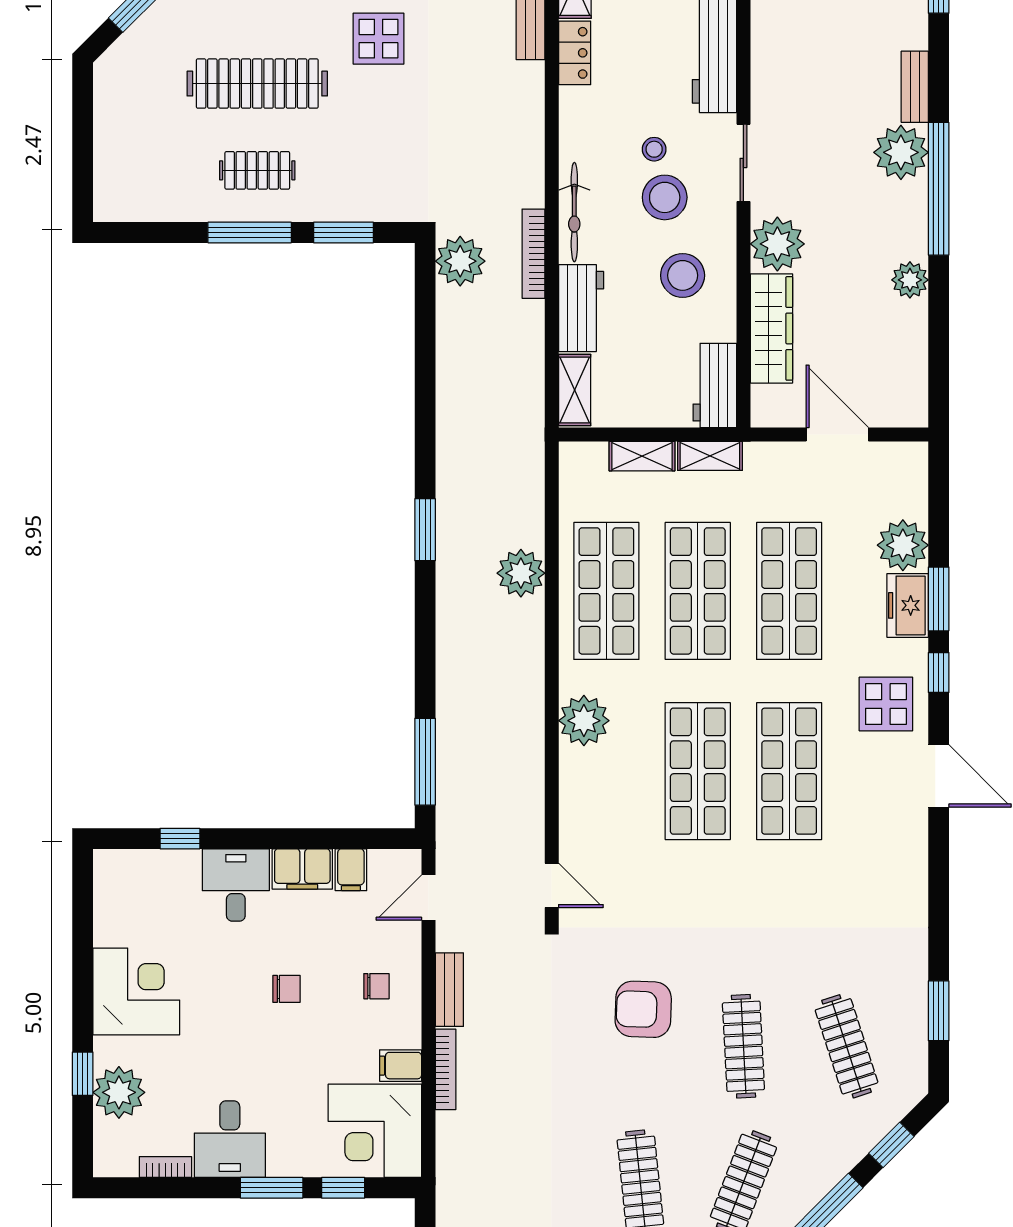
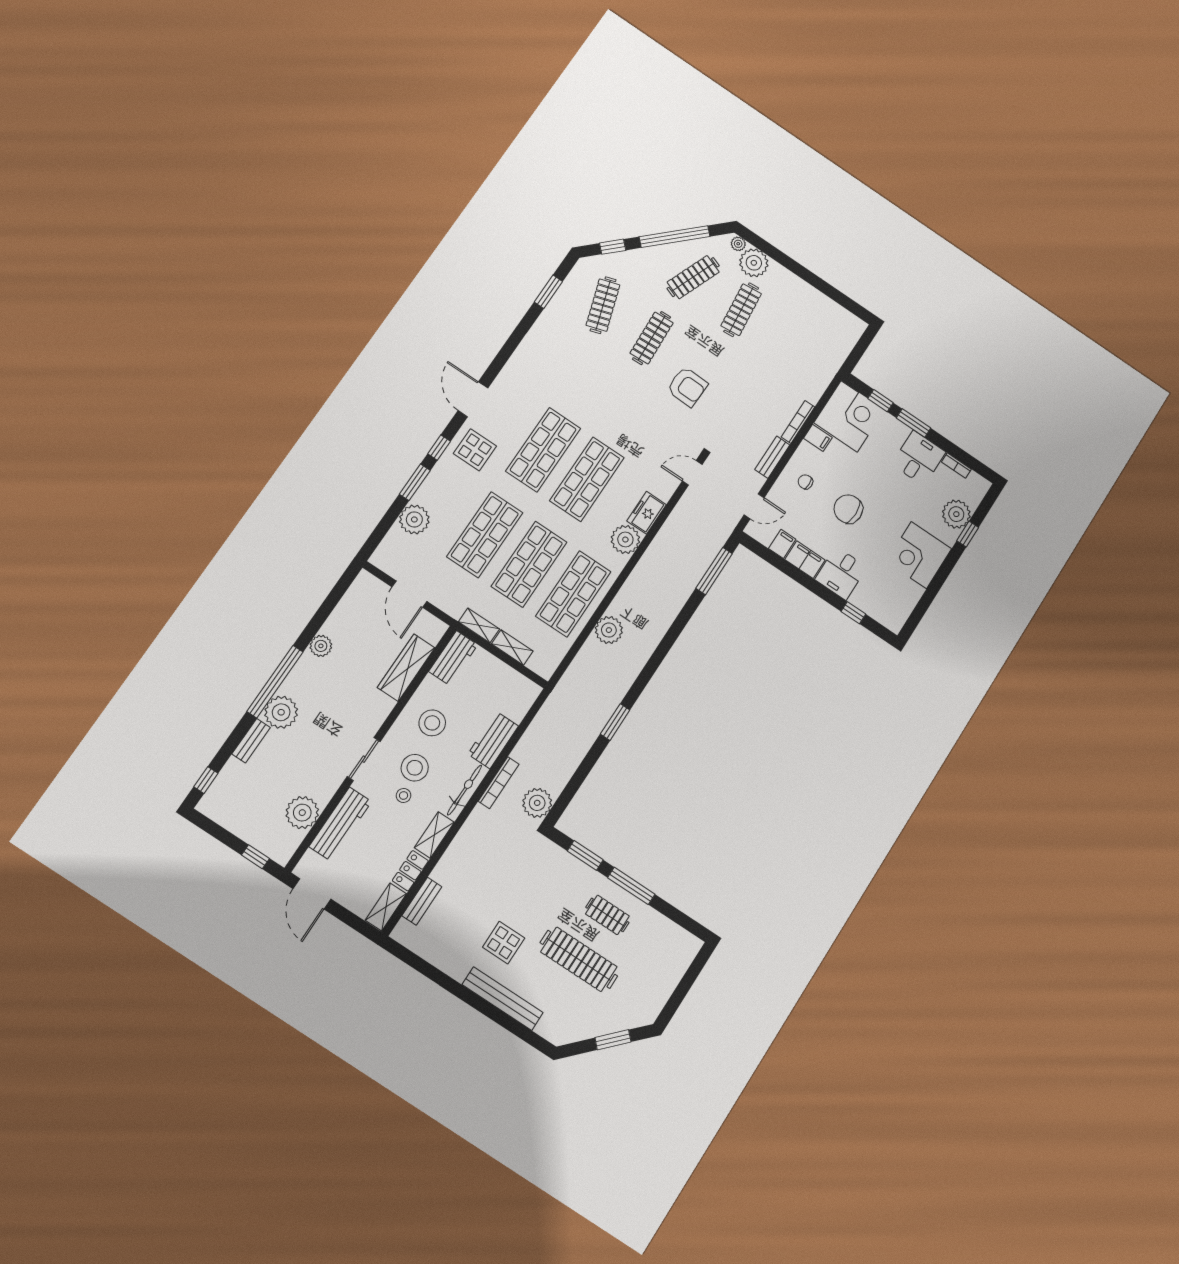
plant: (777, 244) -> (302, 813), moved
shelving: (575, 390) -> (434, 835), moved
window: (425, 530) -> (615, 722), moved
freezer: (908, 605) -> (646, 513), moved, turned 180
door: (552, 885) -> (692, 473), hinge flipped
chair: (286, 989) -> (848, 509), width x1.87, depth x1.87

